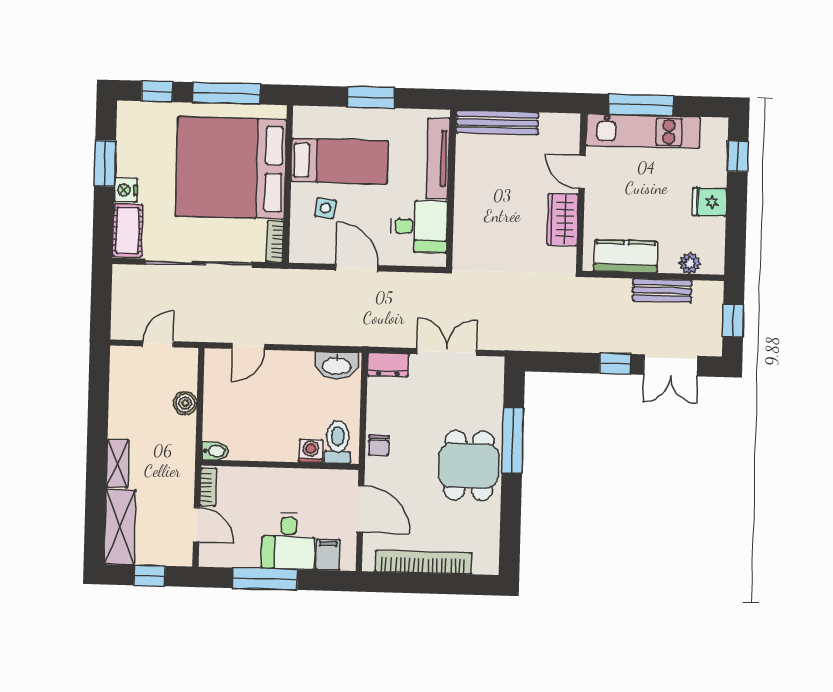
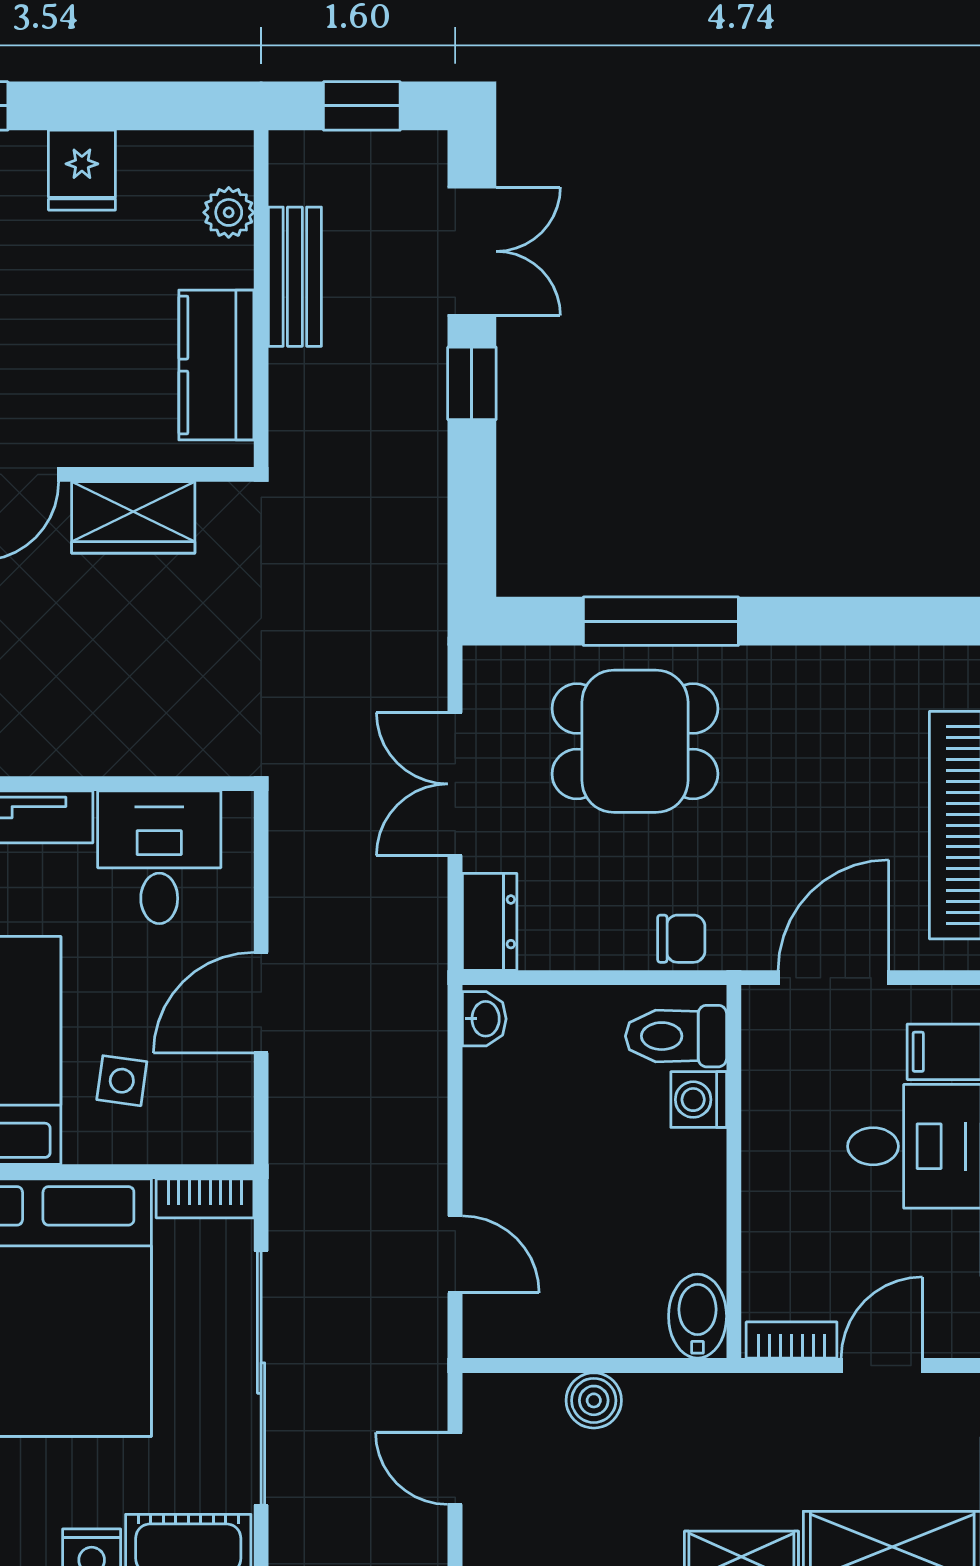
washbasin: (337, 365) -> (484, 1019), width x0.52, depth x0.69
bidet: (215, 451) -> (698, 1316), width x1.38, depth x1.36
dining table: (469, 465) -> (635, 741), moved

